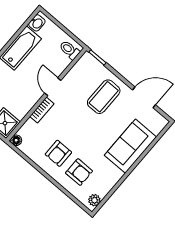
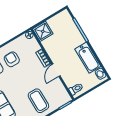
door: (53, 87) -> (56, 70), swing flipped

